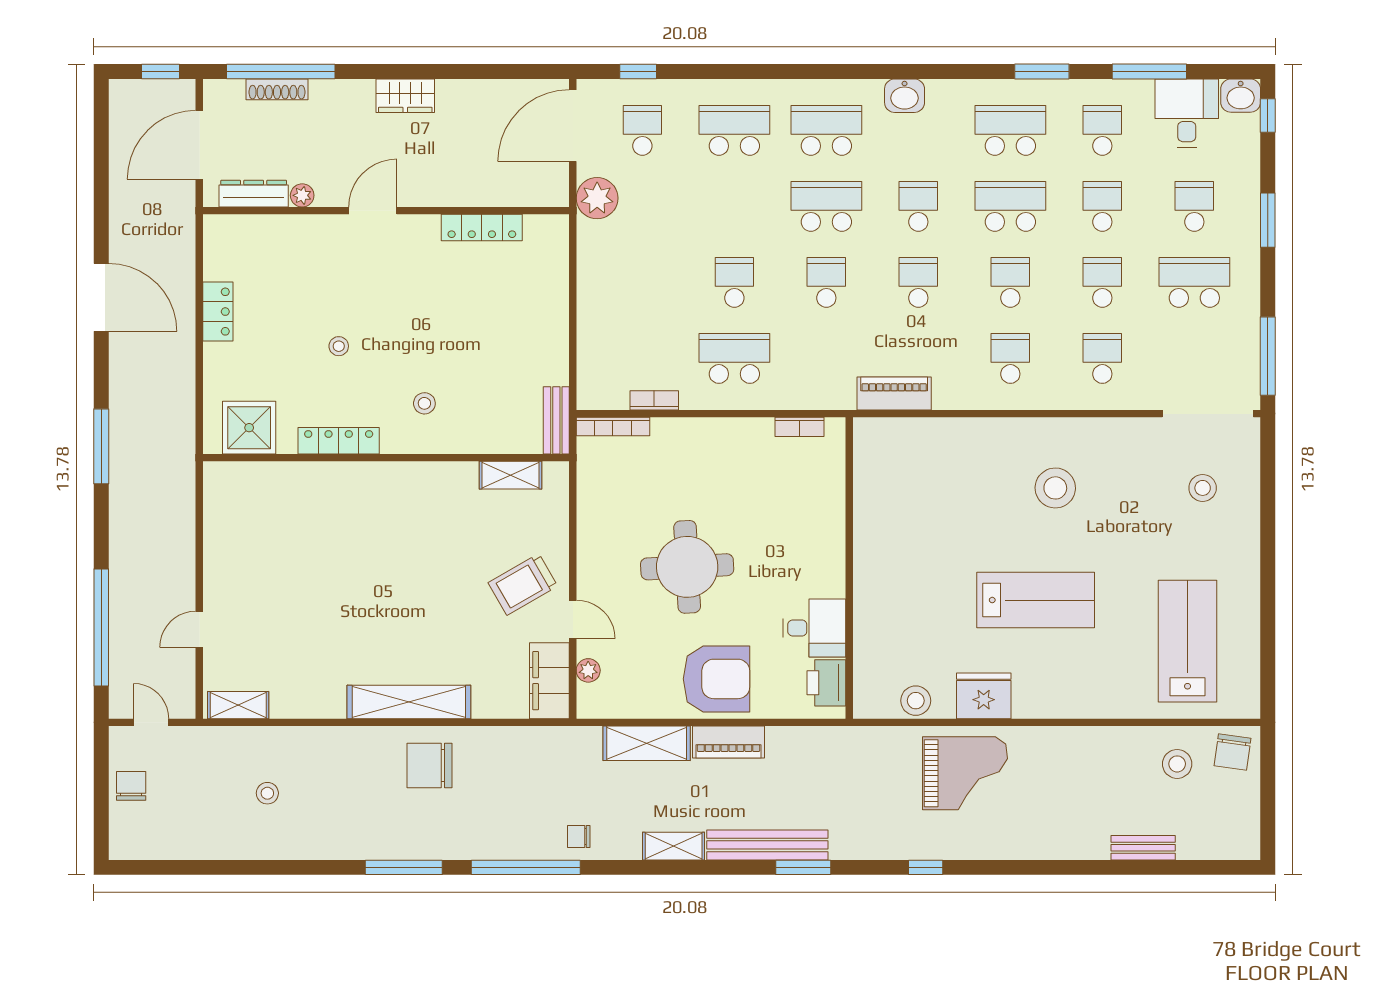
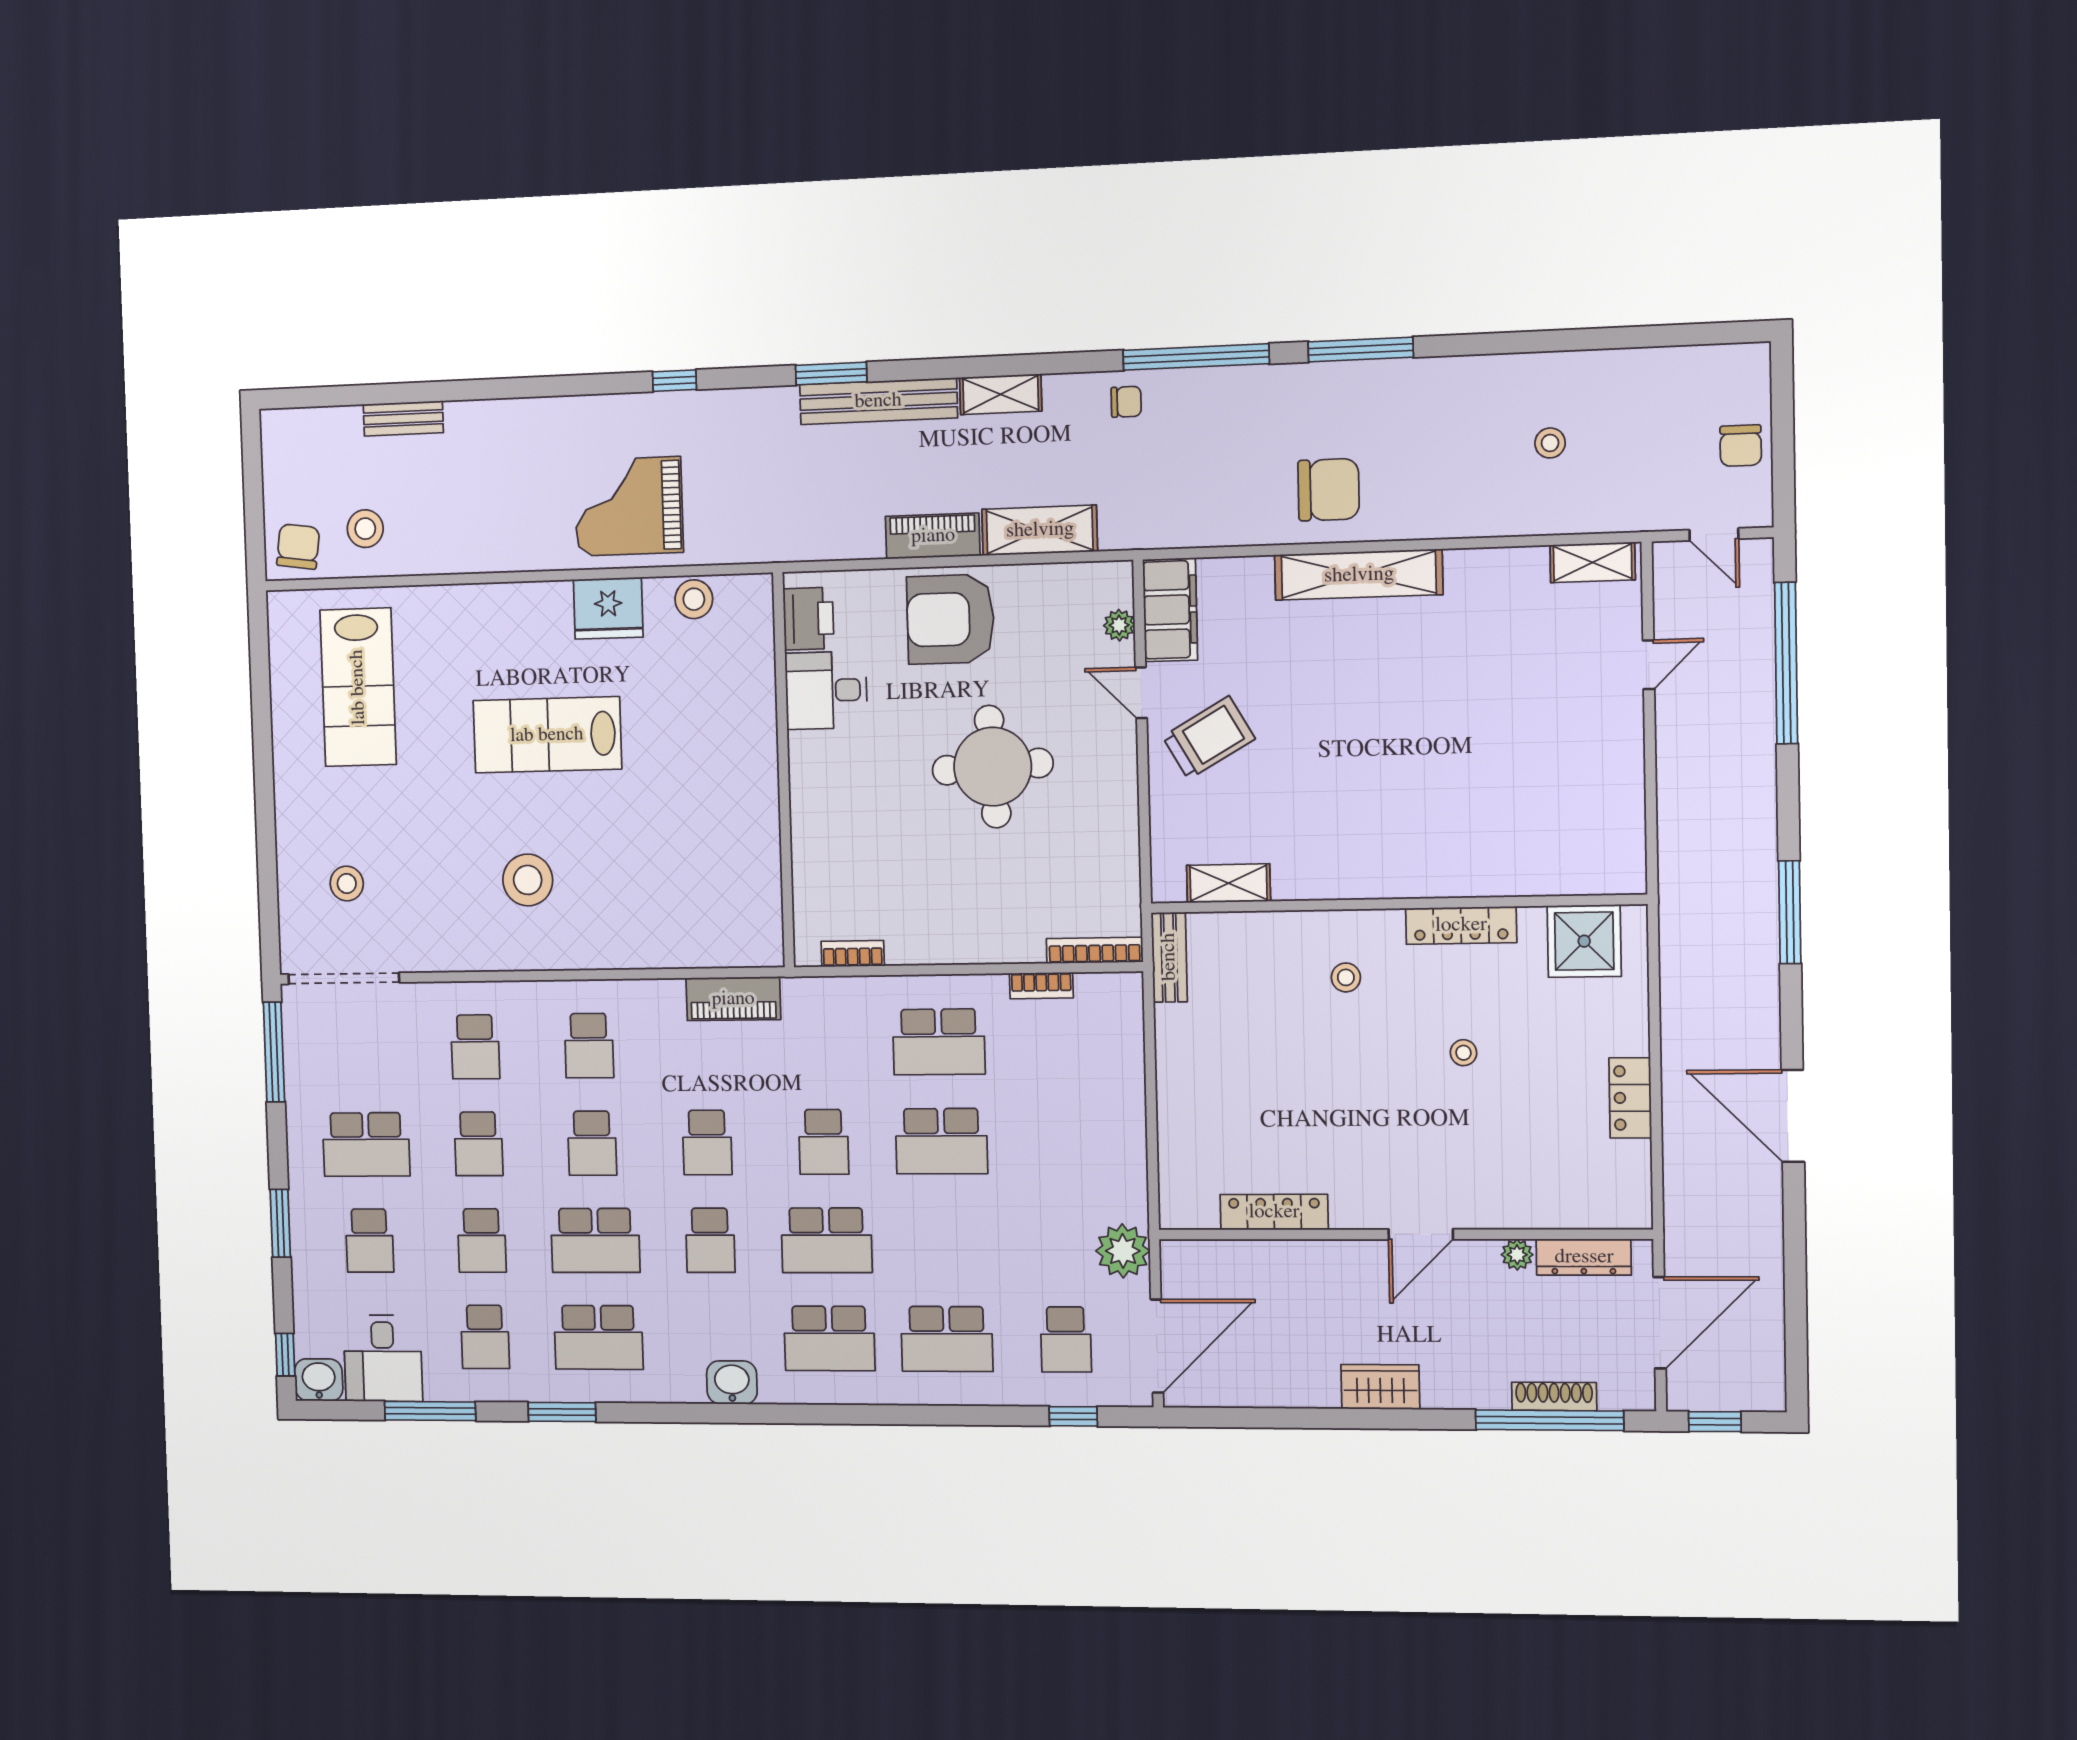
school desk: (734, 282) -> (941, 1141), width x1.85

